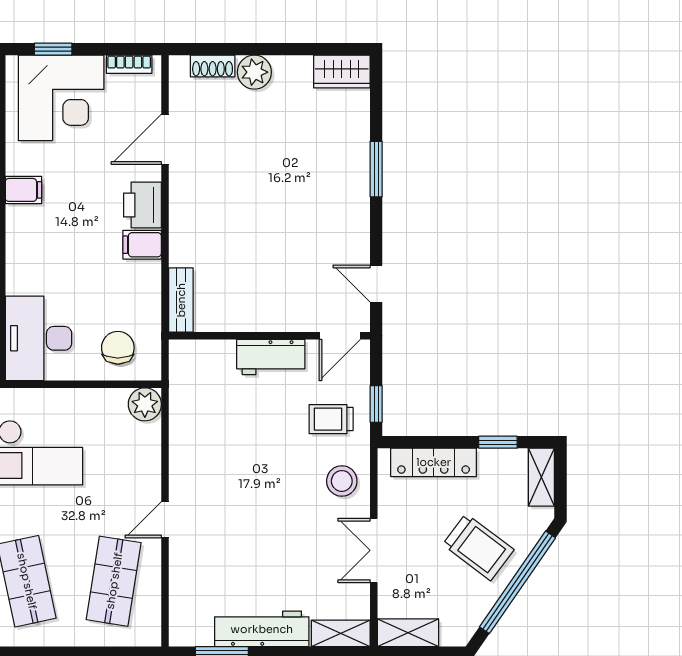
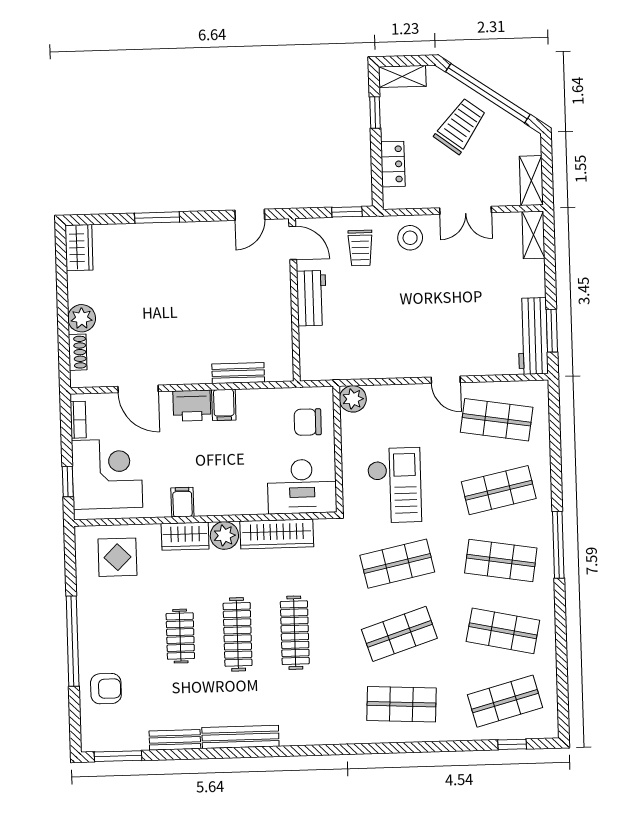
bench: (181, 300) -> (238, 373), moved
locker: (434, 462) -> (393, 164), width x0.66
workbench: (262, 629) -> (533, 336), moved

